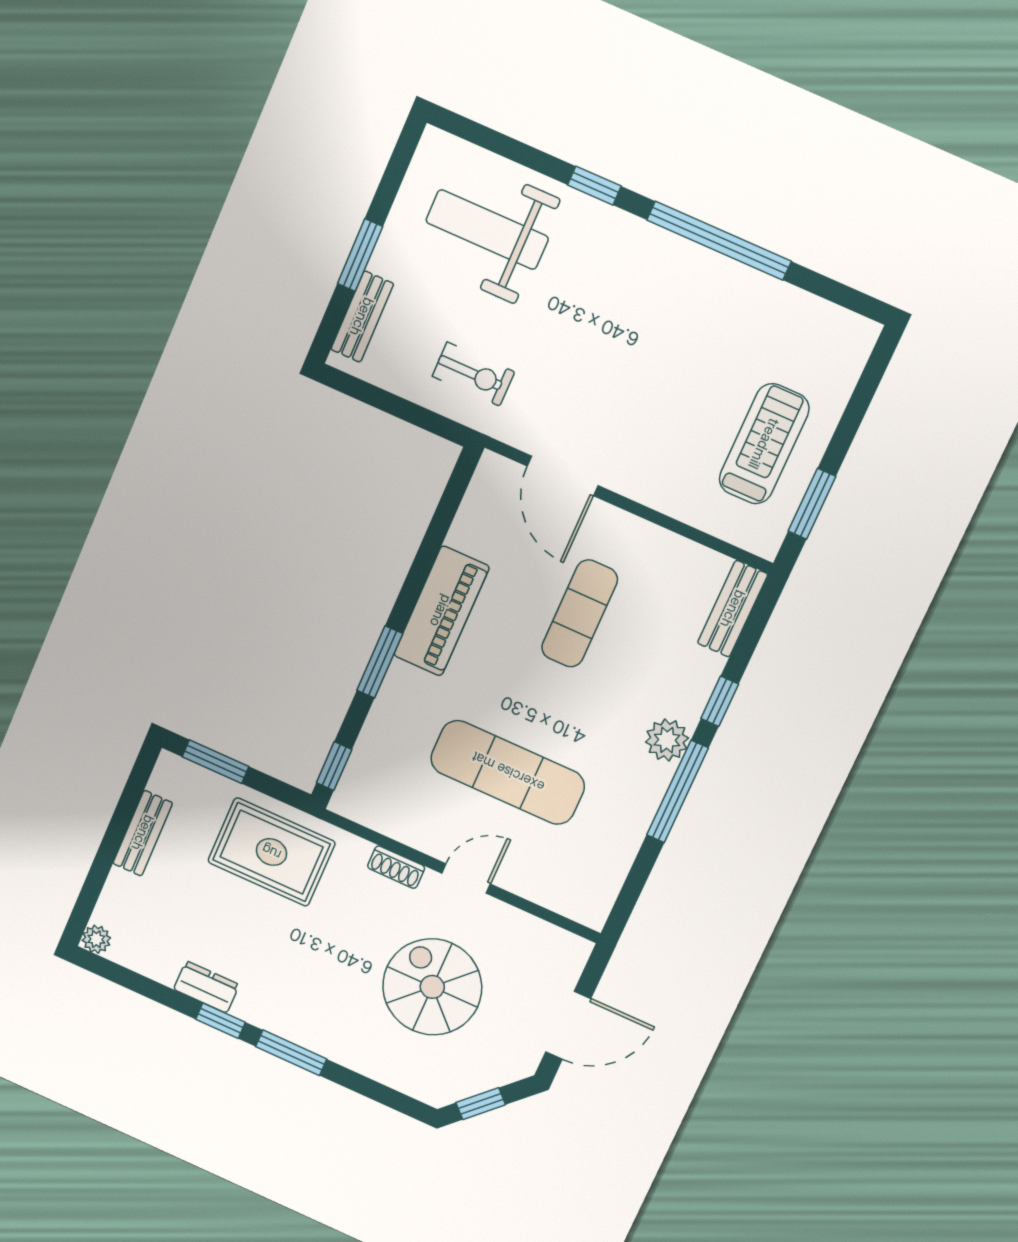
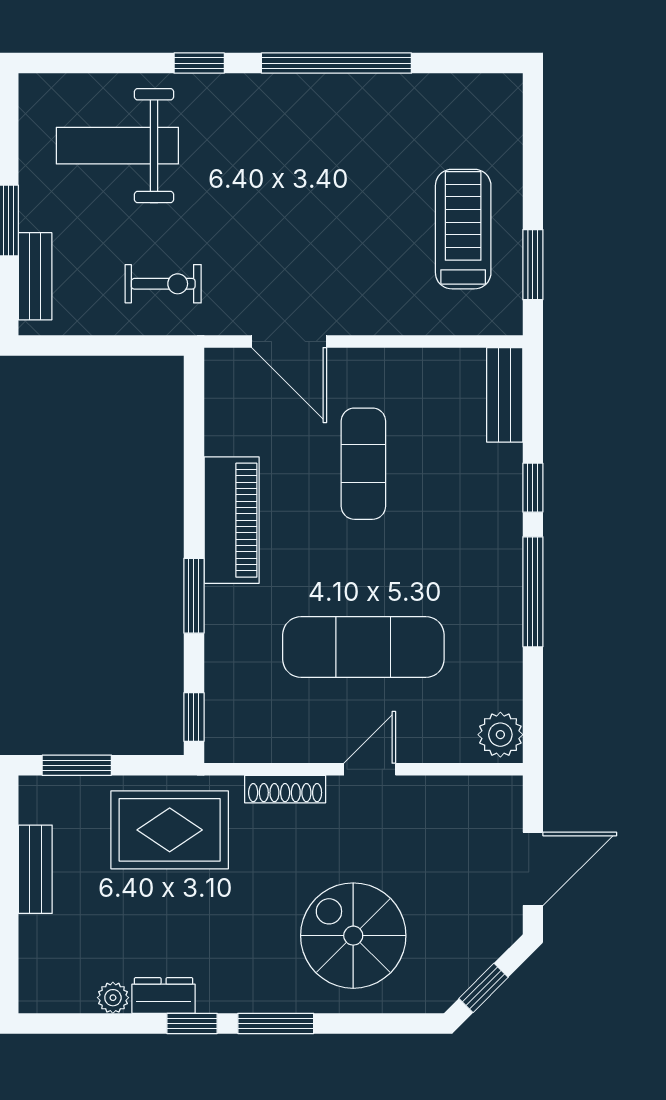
plant: (667, 740) -> (500, 735), moved
shoe rack: (396, 867) -> (285, 789), width x1.43
plant: (96, 939) -> (113, 998), moved
spiral stairs: (432, 987) -> (353, 936), moved

